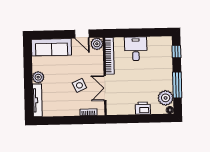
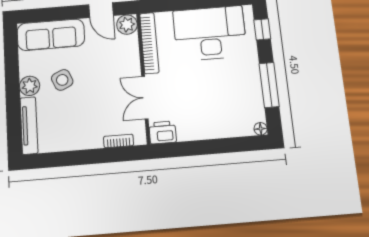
desk: (136, 49) -> (210, 33), width x1.87, depth x1.30
side table: (79, 85) -> (62, 80), moved
plant: (166, 98) -> (251, 108), removed
printer: (143, 108) -> (163, 132), moved

